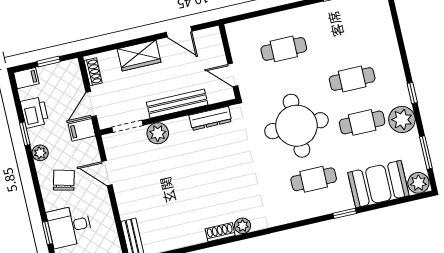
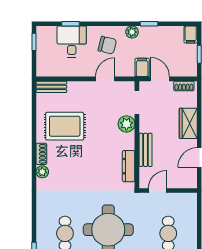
bench: (177, 104) -> (145, 150), width x0.73
printer: (35, 112) -> (163, 35), removed
rug: (178, 211) -> (65, 126), added

